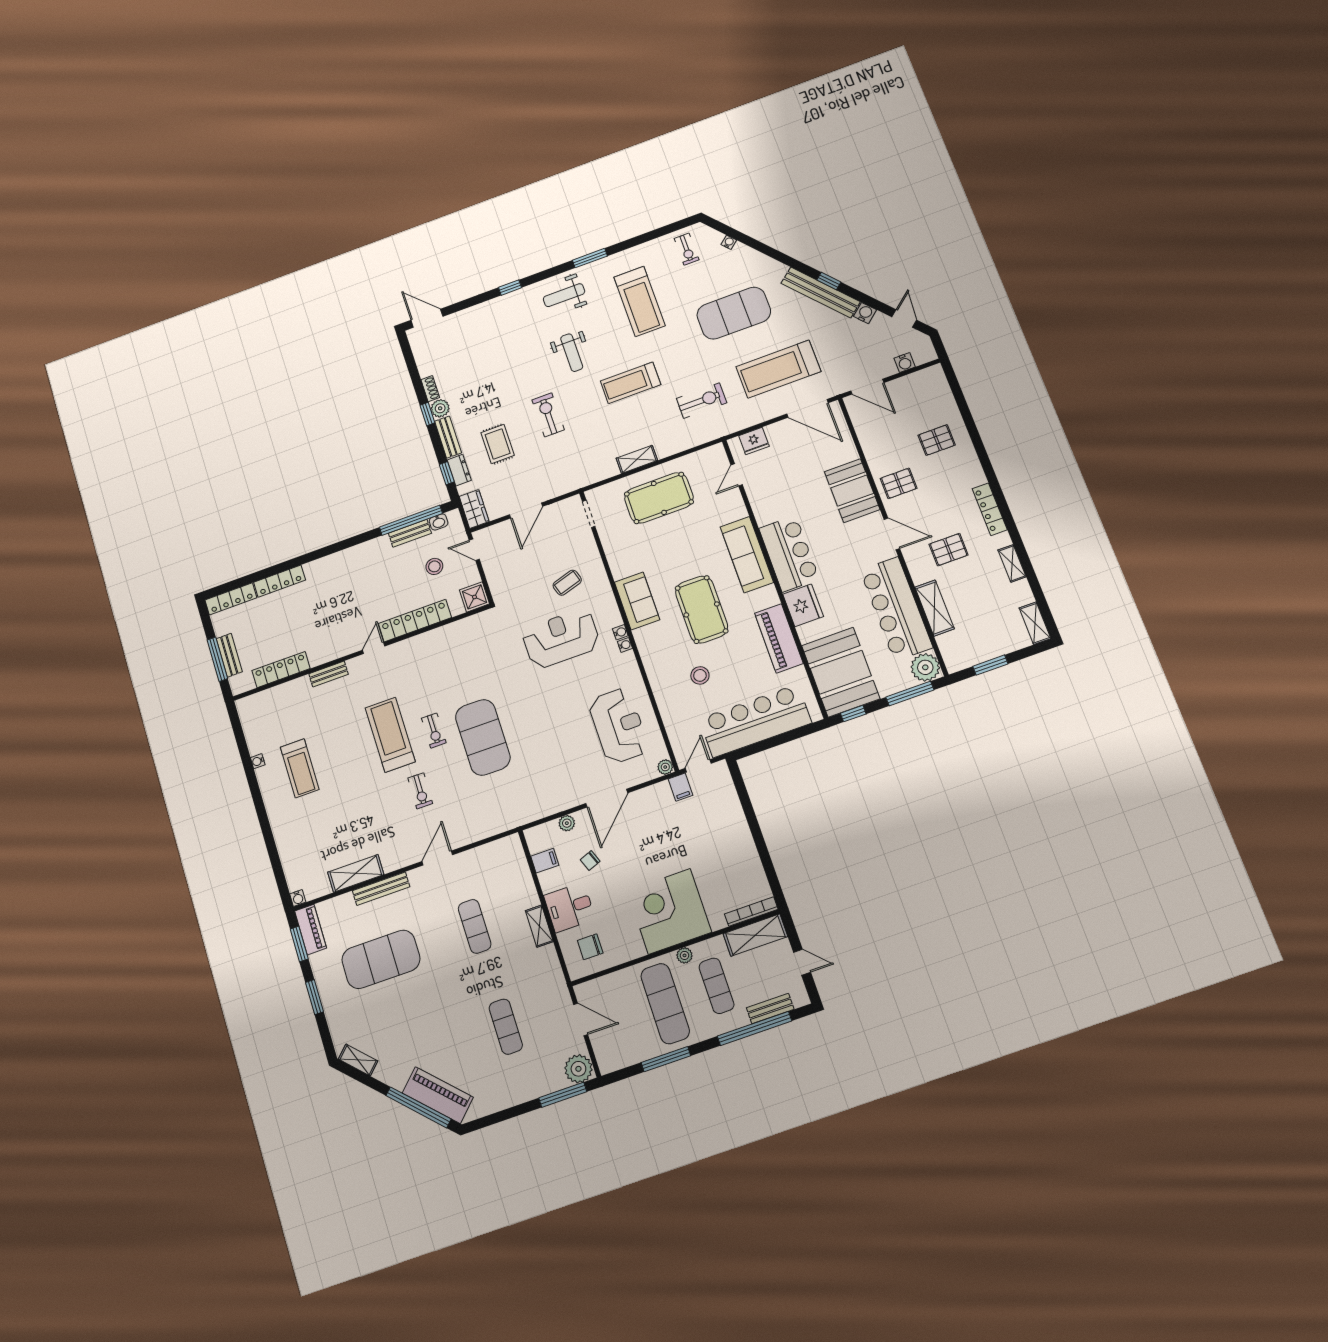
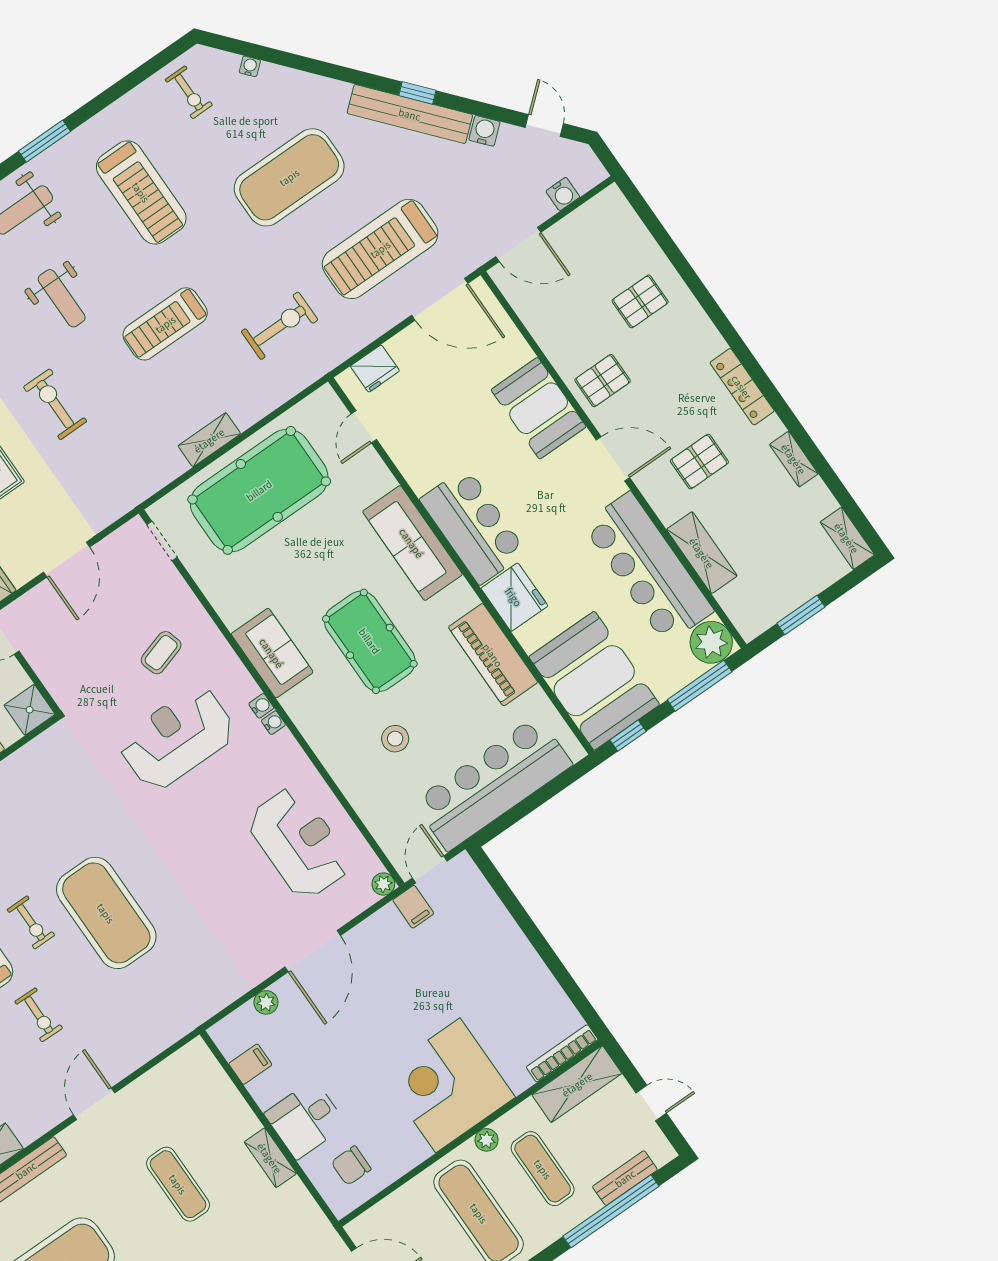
pool table: (659, 498) -> (259, 490), width x1.36, depth x1.32
chair: (590, 861) -> (315, 1046), removed

